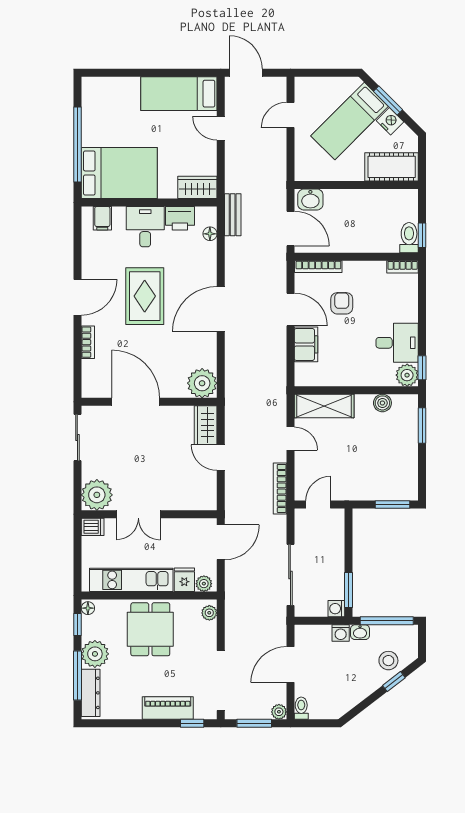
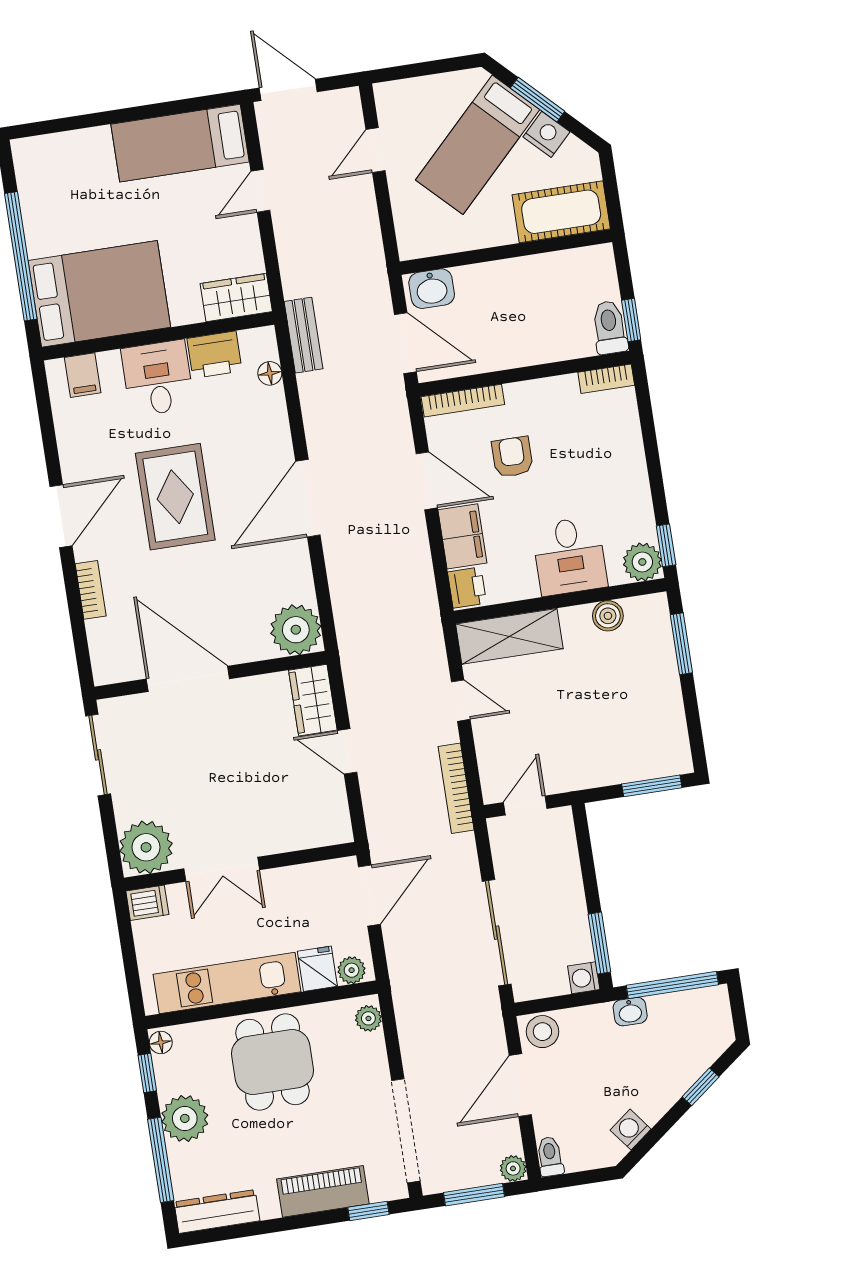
door: (221, 128) -> (260, 191), hinge flipped
desk: (397, 343) -> (570, 556), moved, turned 90
printer: (304, 374) -> (467, 588), added
washing machine: (341, 633) -> (631, 1130), moved, turned 142
stool: (388, 661) -> (542, 1032), moved
dresser: (91, 693) -> (217, 1211), moved, turned -90

